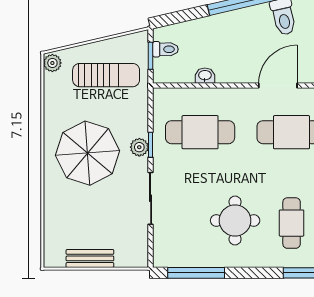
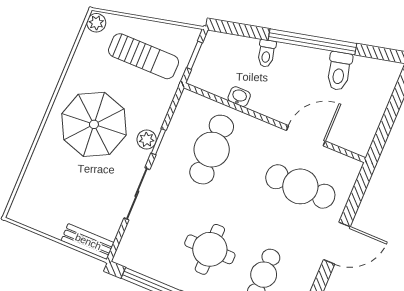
toilet: (165, 49) -> (266, 53), moved, turned 77
cafe table: (200, 132) -> (212, 150), turned 90
bench: (90, 258) -> (88, 242), moved

